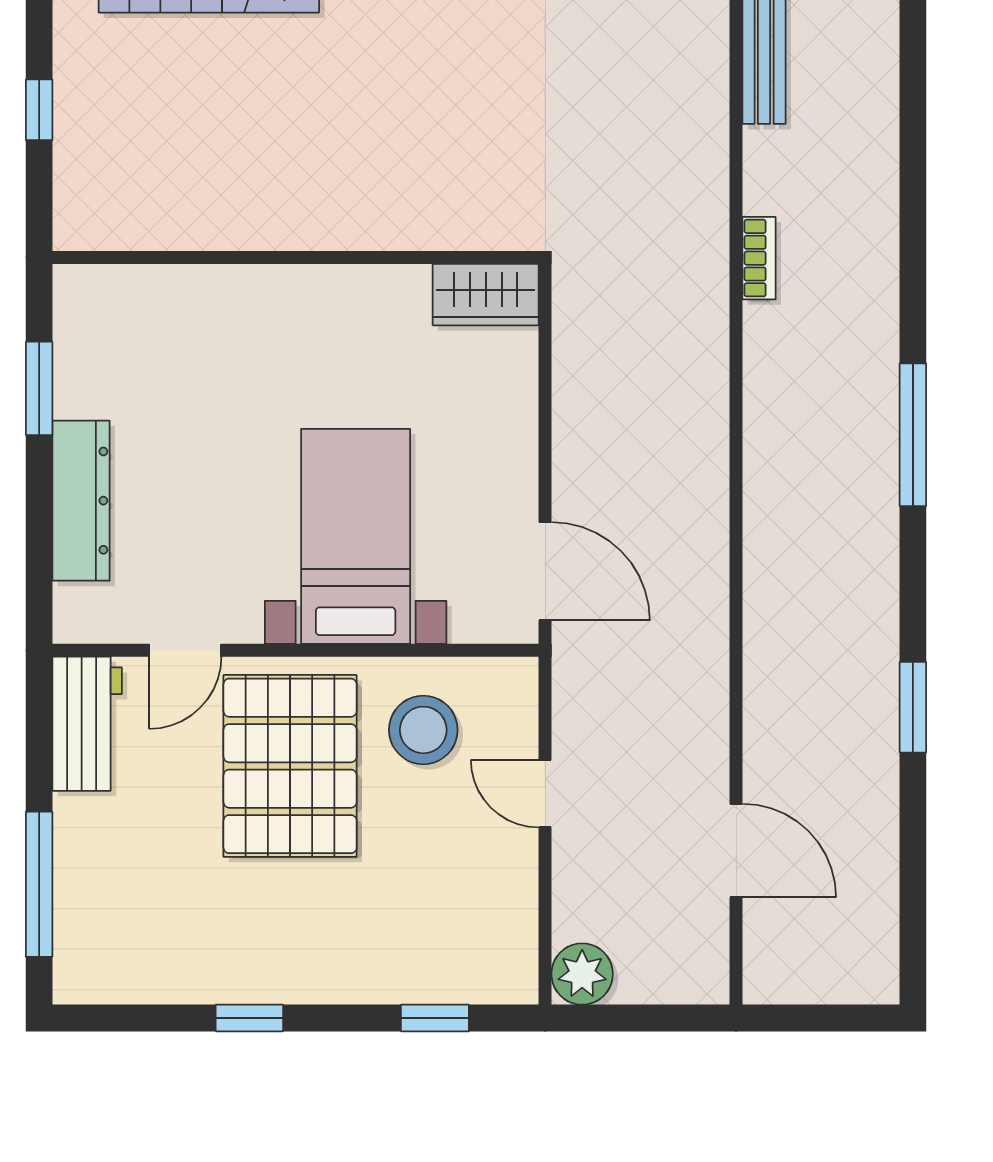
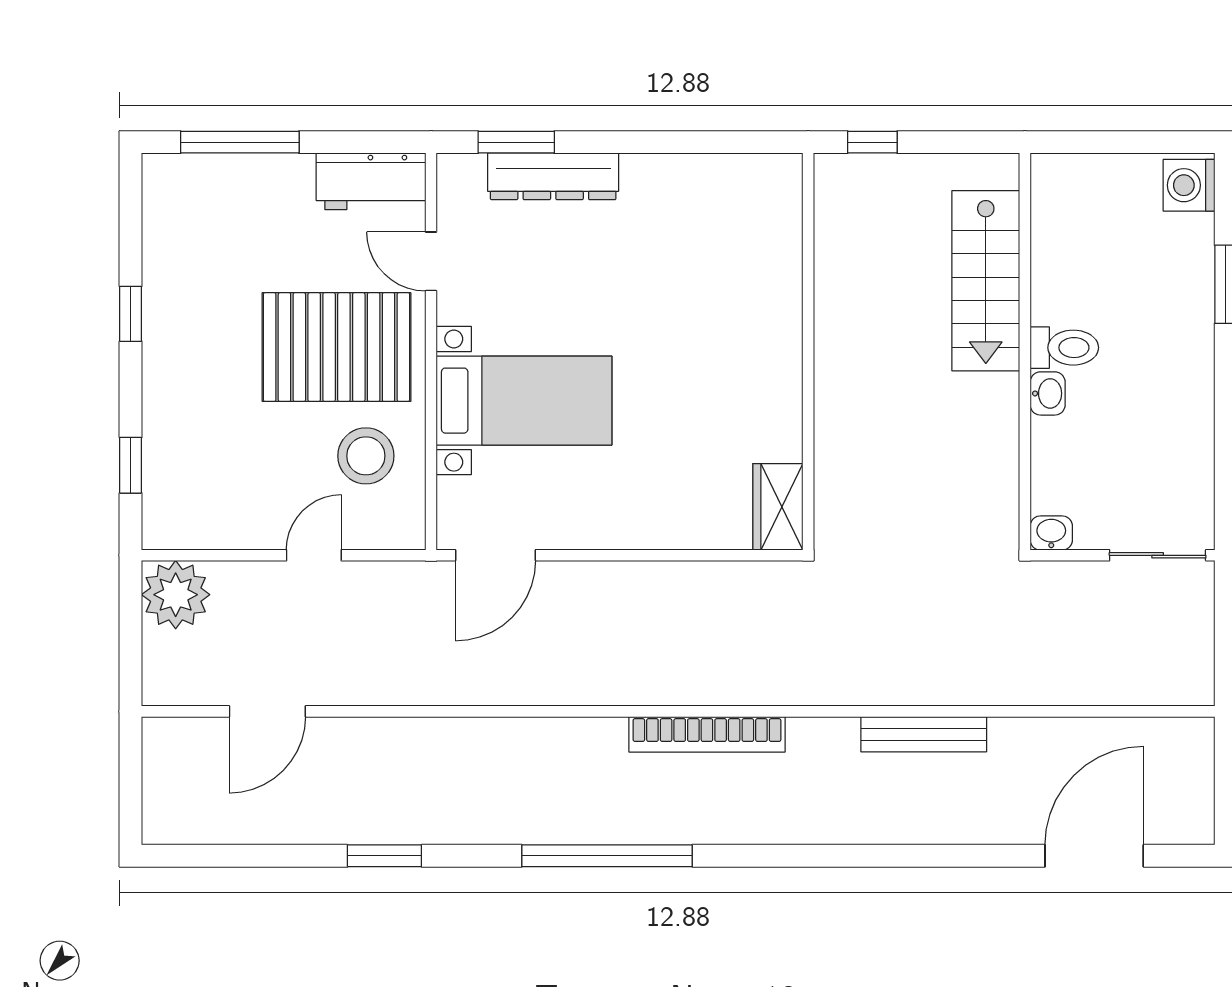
wall: (296, 257) -> (808, 352), moved
bookcase: (759, 258) -> (707, 734), width x2.31, depth x1.31
wardrobe: (486, 295) -> (778, 507), moved
window: (39, 388) -> (516, 142), moved
window: (913, 435) -> (607, 856), width x1.46
plant: (582, 974) -> (176, 595), width x1.36, depth x1.36

